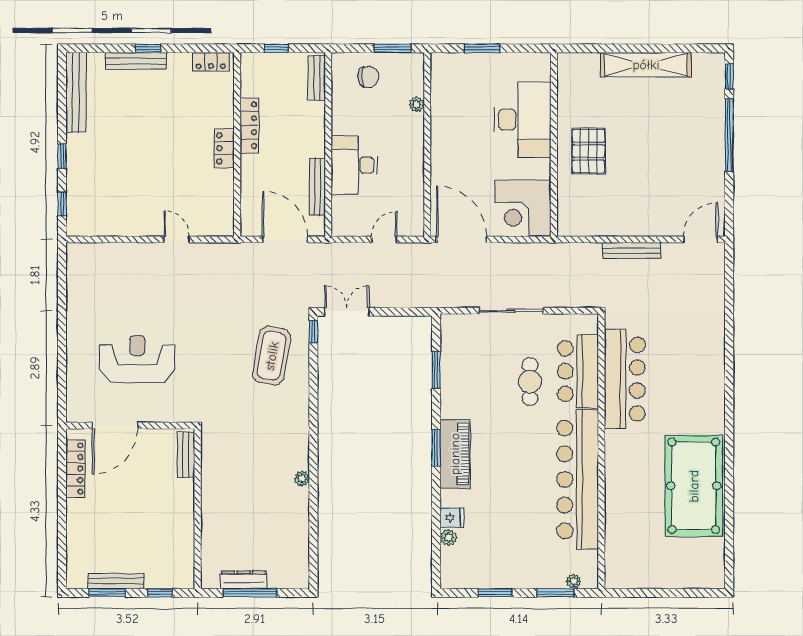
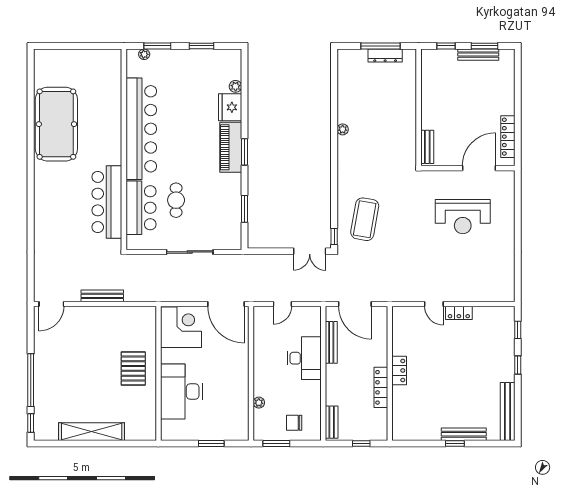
locker: (211, 62) -> (459, 313), moved, turned 180
fridge: (452, 518) -> (230, 107), width x1.88, depth x1.34

